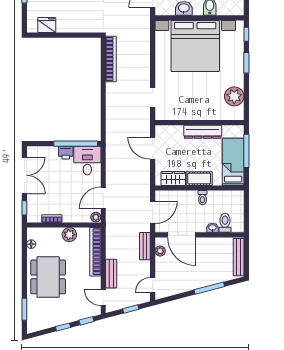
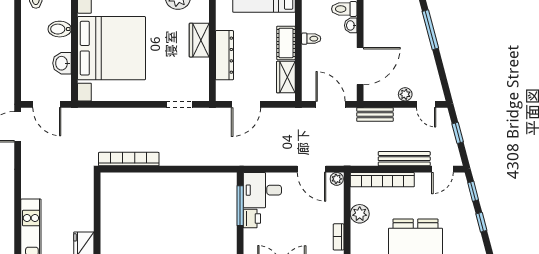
wardrobe: (201, 113) -> (199, 40), added
dresser: (203, 132) -> (224, 55), moved
window: (76, 144) -> (240, 206), width x0.68
plant: (160, 251) -> (405, 94), moved
bench: (111, 274) -> (404, 159), width x1.36

